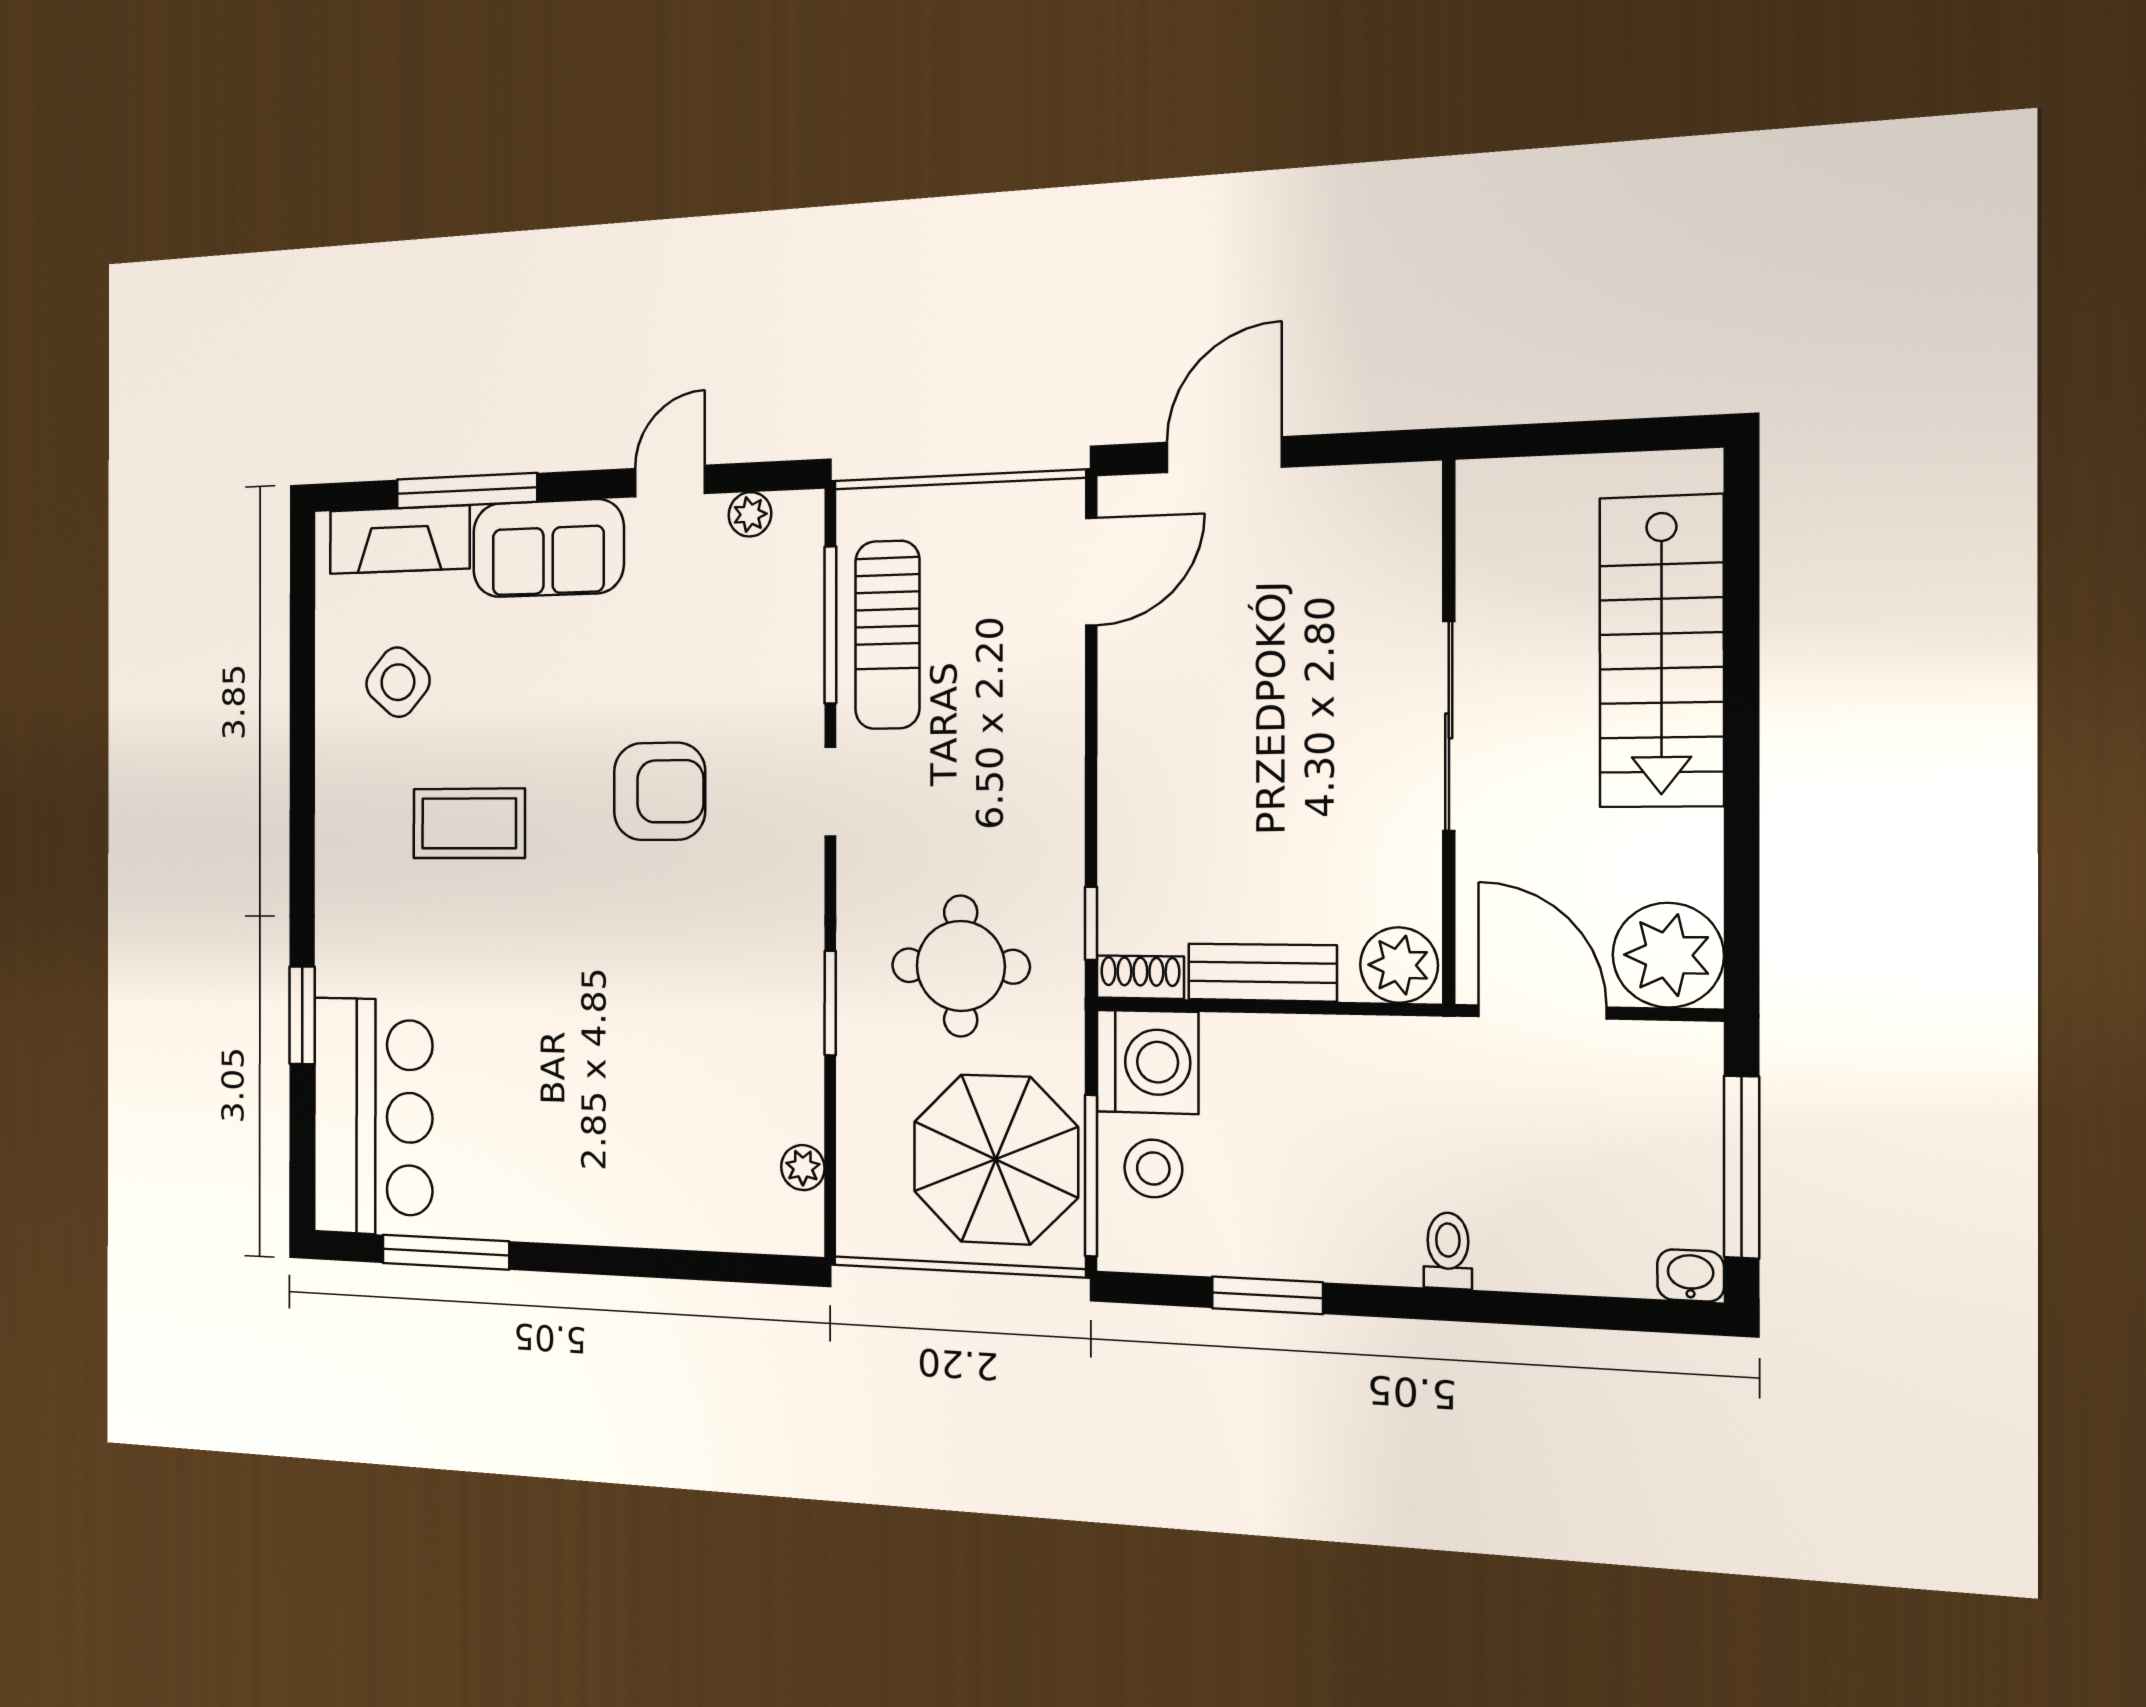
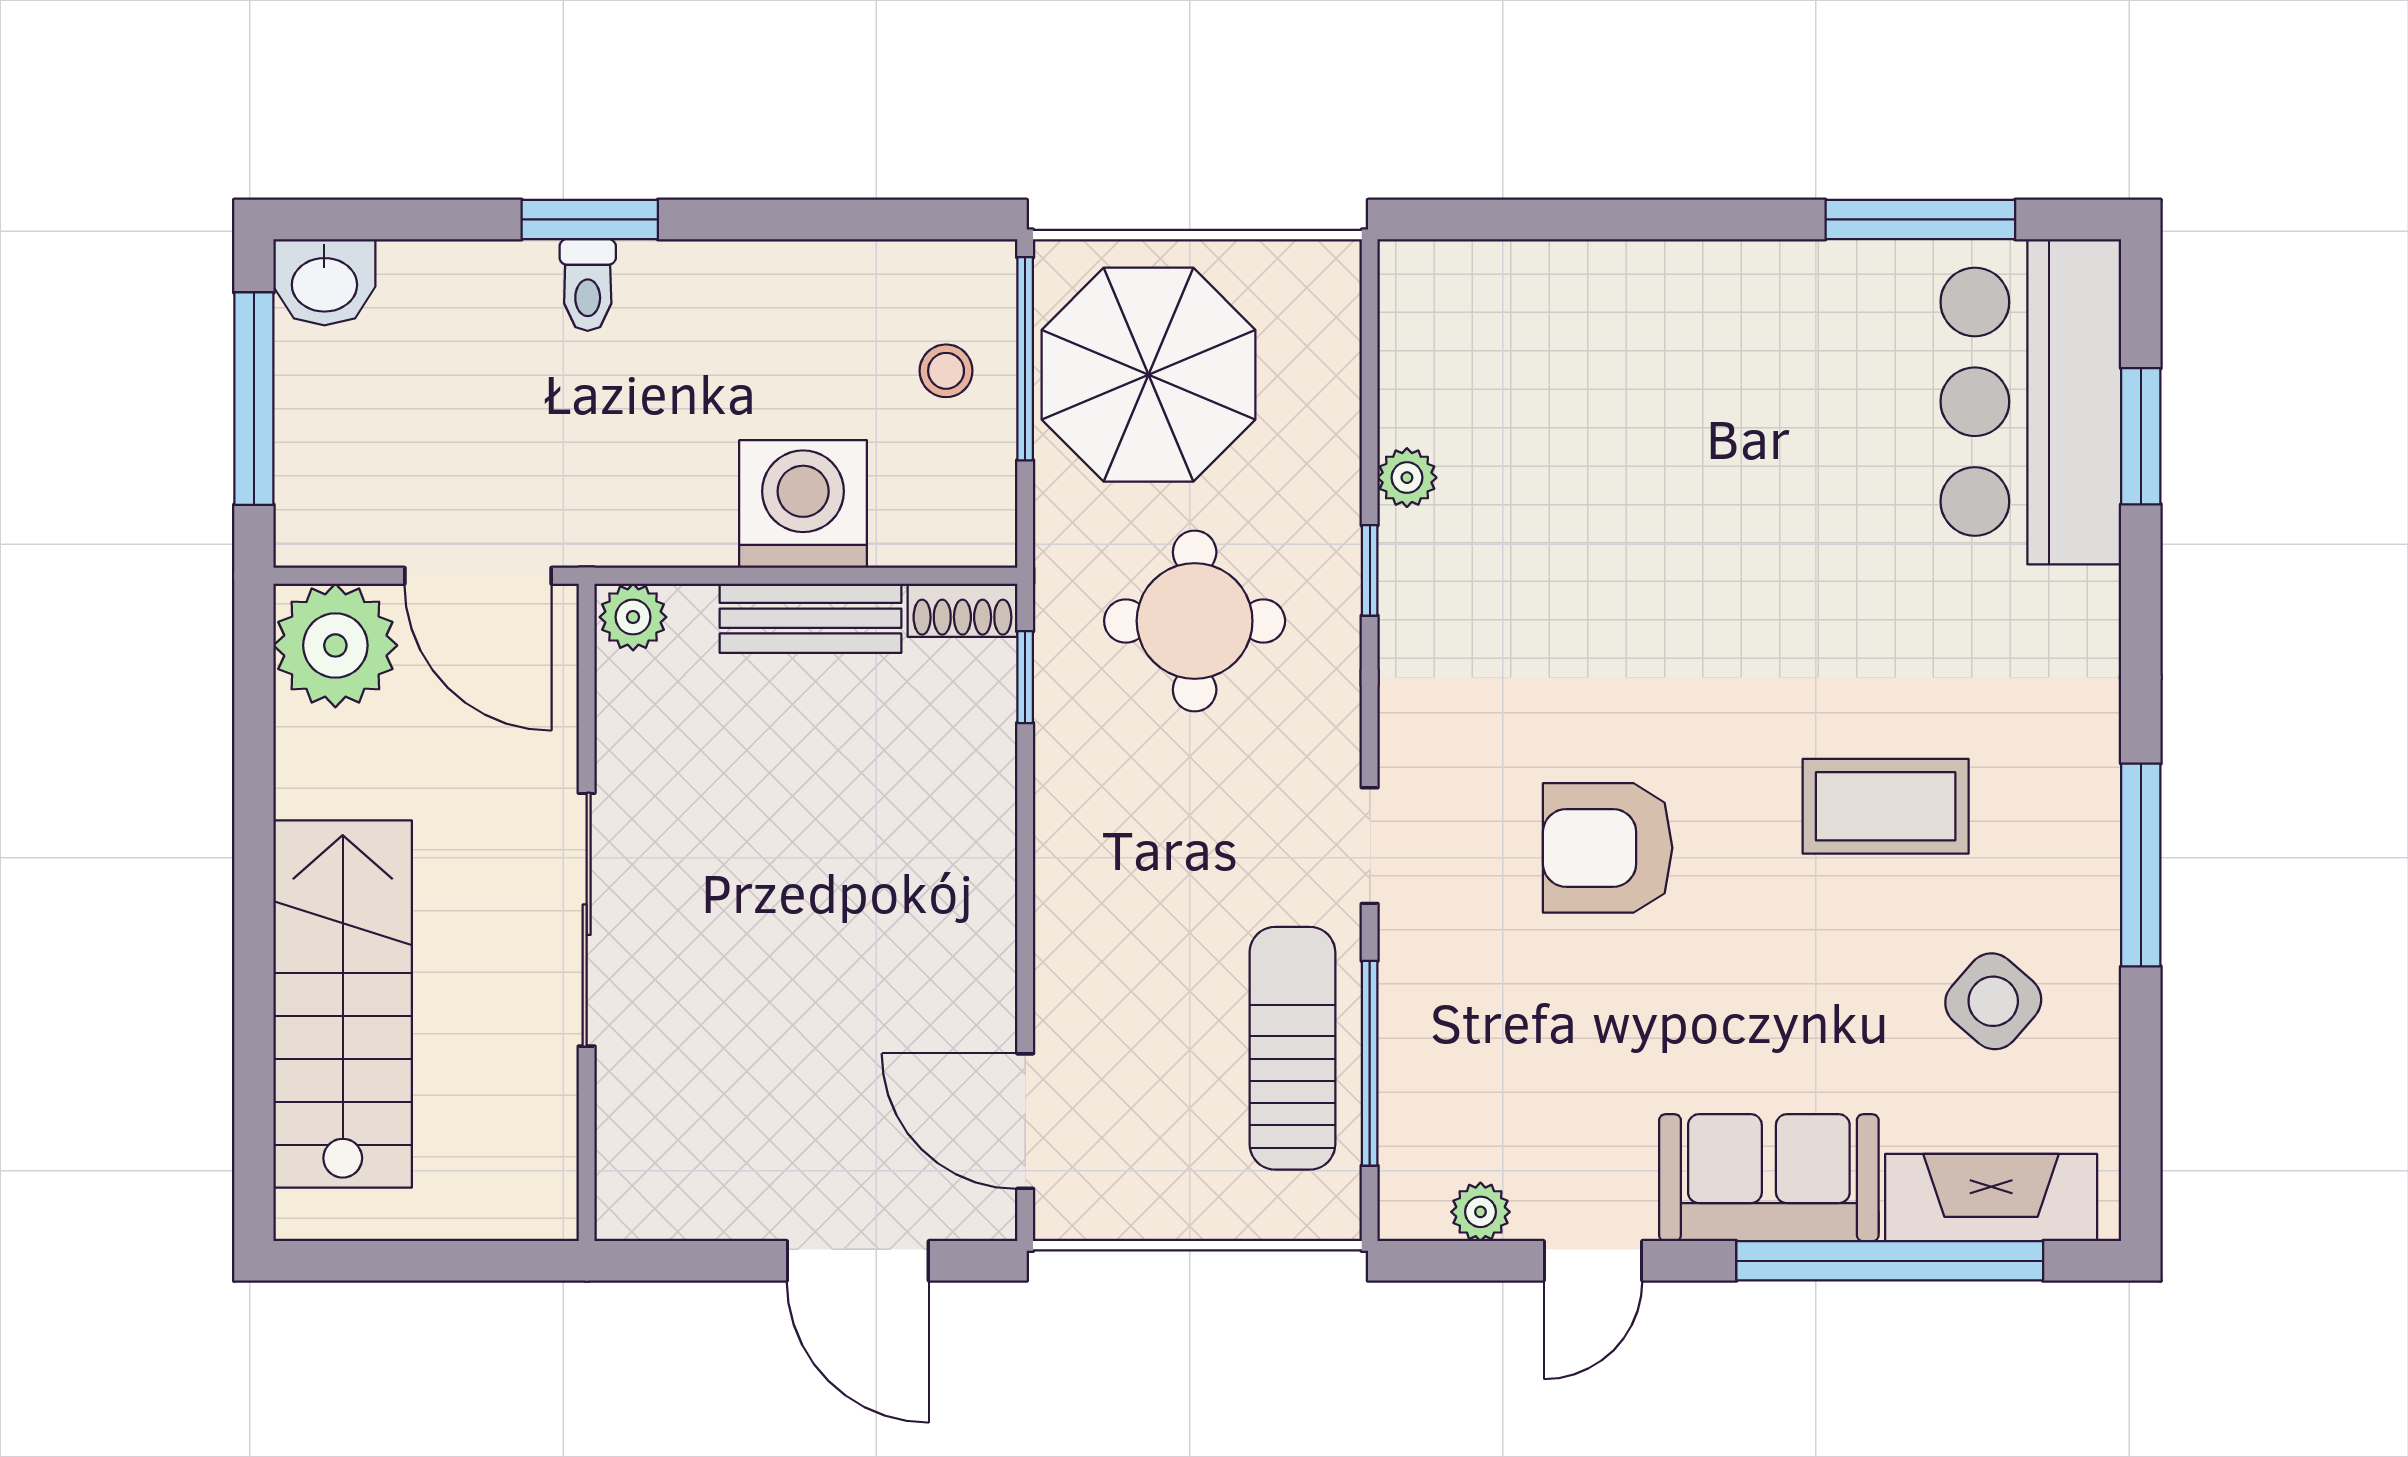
door: (1224, 455) -> (858, 1261), hinge flipped
window: (467, 491) -> (1890, 1261), width x1.46
door: (1091, 572) -> (1025, 1121), hinge flipped
window: (302, 782) -> (2141, 865), added
plant: (1399, 965) -> (633, 617), width x0.73, depth x0.73
window: (830, 1003) -> (1370, 570), width x0.67
window: (302, 1015) -> (2141, 436), moved
washing machine: (1147, 1062) -> (803, 504), moved, turned 90
plant: (803, 1168) -> (1407, 478), moved
stool: (1153, 1168) -> (946, 371), width x0.73, depth x0.73
washbasin: (1691, 1276) -> (324, 282), width x1.38, depth x1.45
window: (1267, 1295) -> (590, 219), moved

